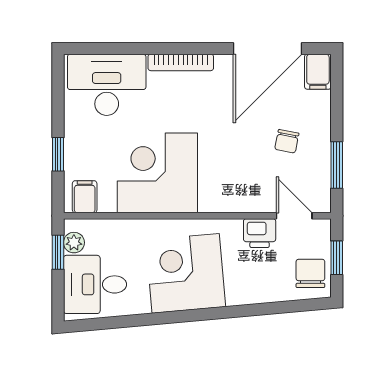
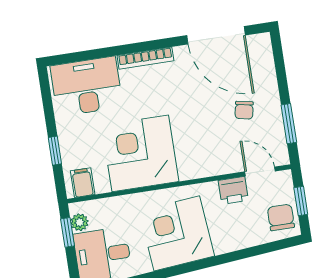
door: (267, 48) -> (216, 35), hinge flipped
filing cabinet: (318, 72) -> (261, 48), removed

